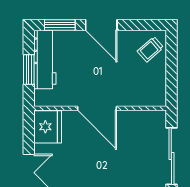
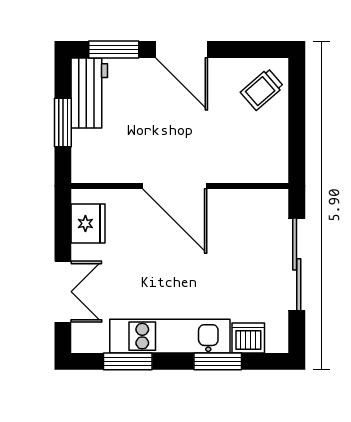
workbench: (45, 60) -> (89, 93), width x0.73
fridge: (48, 127) -> (88, 223), width x0.73, depth x0.75

